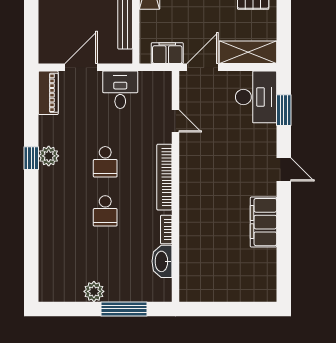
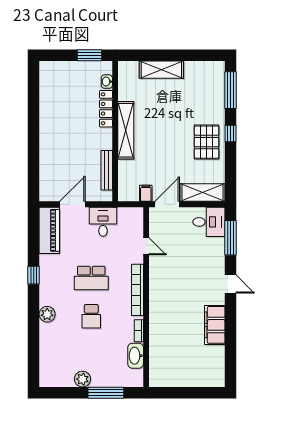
filing cabinet: (167, 53) -> (146, 193), width x0.50
piano: (48, 93) -> (49, 230), width x1.37, depth x1.33
desk: (256, 97) -> (209, 222), width x0.73
window: (284, 110) -> (230, 238), width x1.44
plant: (49, 156) -> (47, 314), moved
school desk: (105, 162) -> (91, 278), width x1.85

